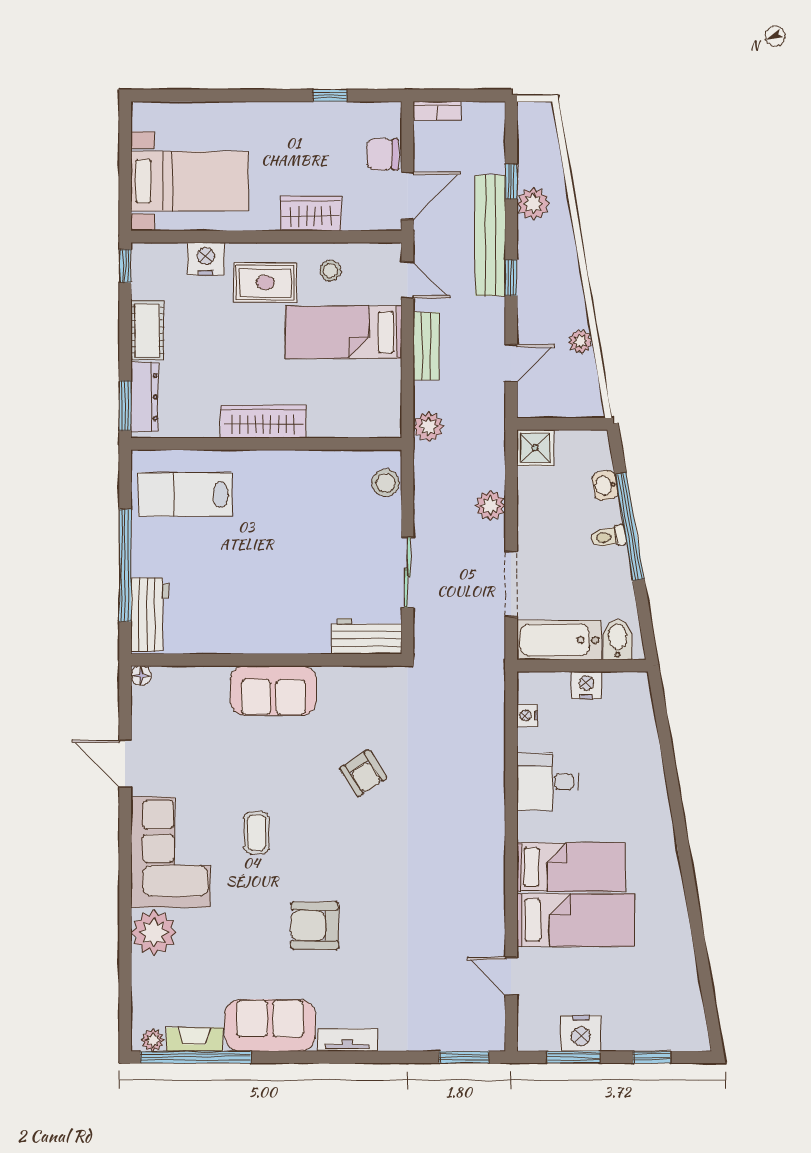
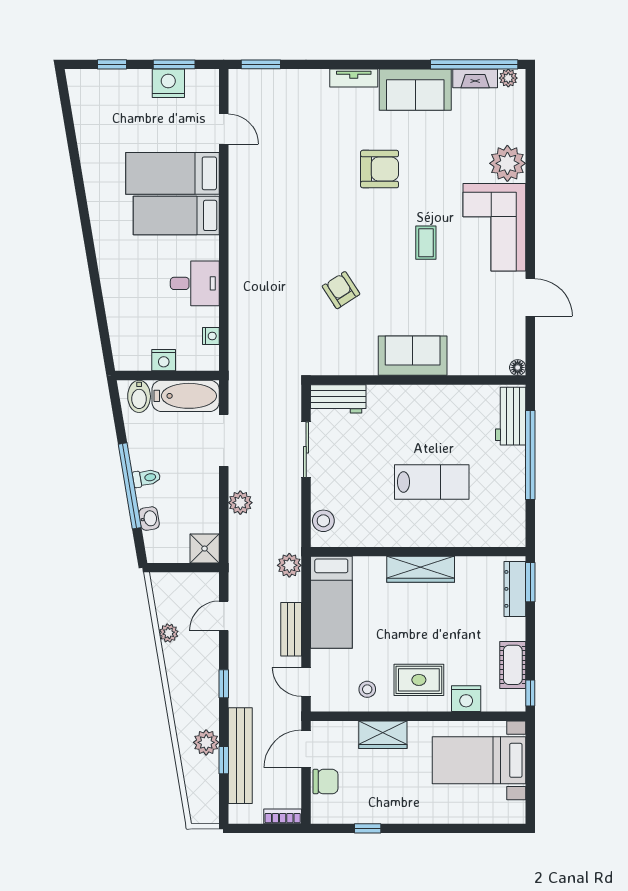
bench: (490, 236) -> (240, 756), moved
cot: (147, 330) -> (513, 665), moved
bed: (344, 332) -> (331, 602), moved, turned 90
lab bench: (185, 495) -> (432, 482), moved

